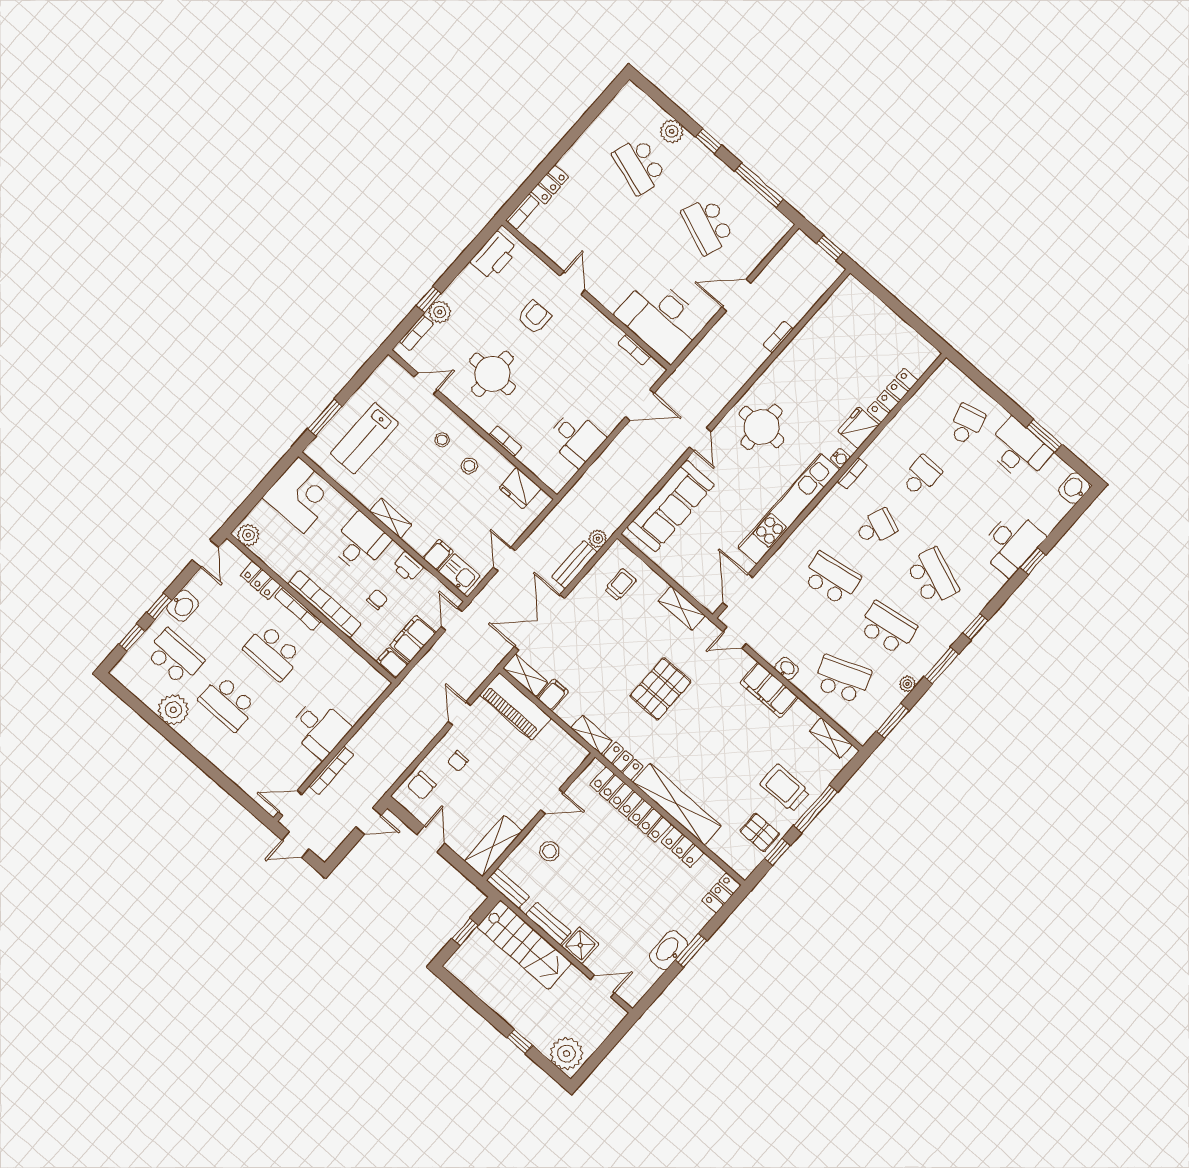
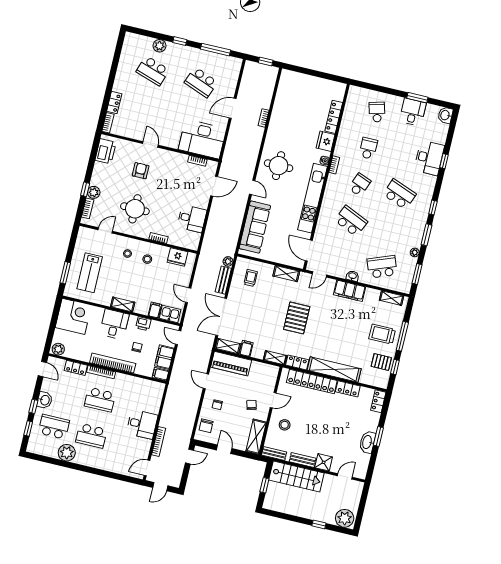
desk: (1018, 450) -> (413, 112), width x0.73
school desk: (831, 578) -> (351, 221), turned 33
school desk: (887, 628) -> (391, 231), removed
chair: (513, 791) -> (252, 405), added

